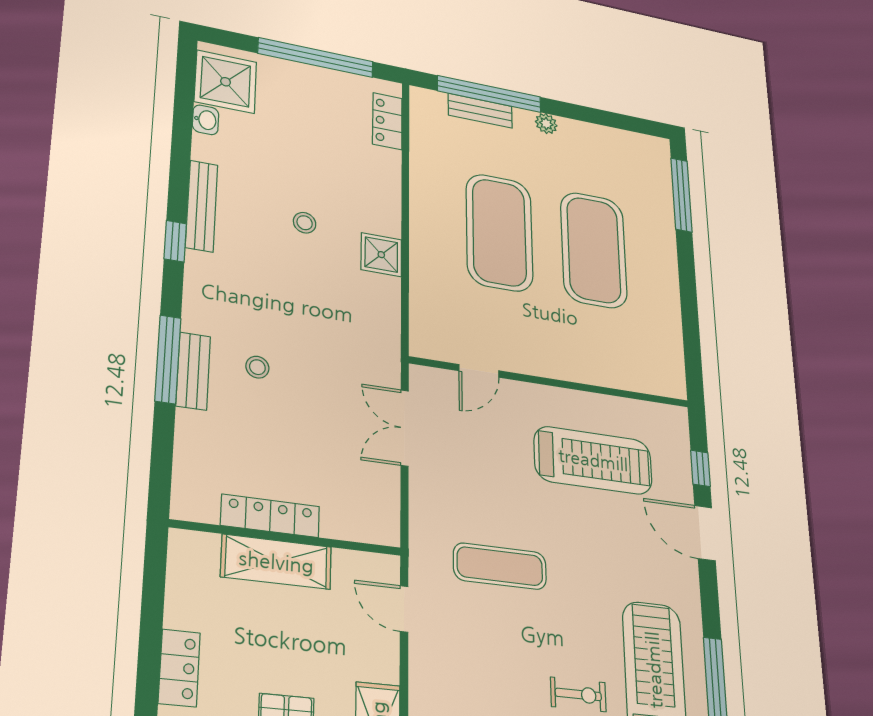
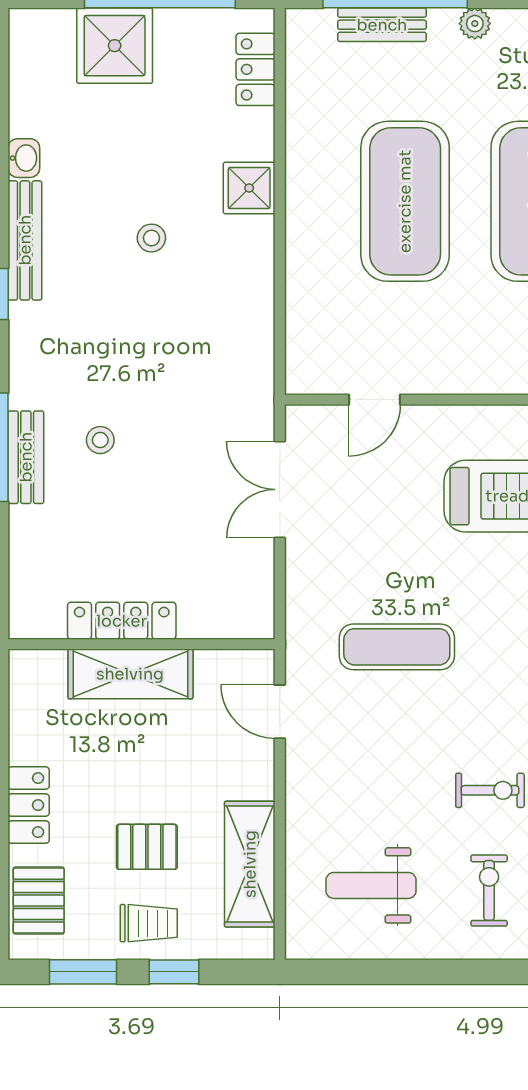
shower: (226, 82) -> (115, 46), moved
washbasin: (206, 120) -> (24, 158), moved
shower: (381, 255) -> (249, 188), moved

